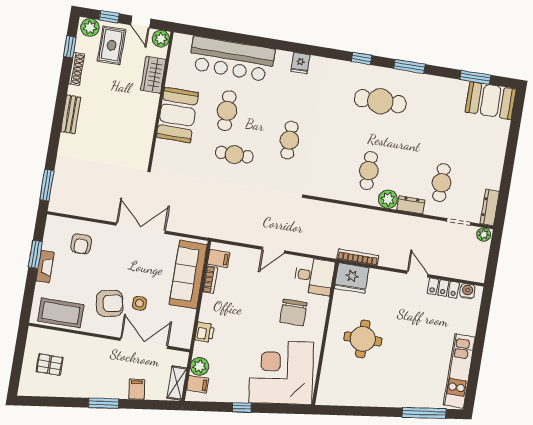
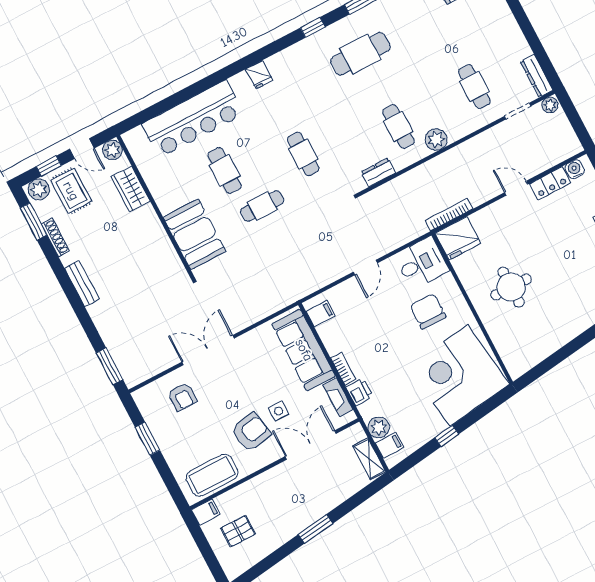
window: (70, 47) -> (33, 222), width x1.50
booth: (177, 115) -> (195, 234), moved
dresser: (411, 205) -> (378, 172), moved
double door: (141, 228) -> (208, 350), moved
fireplace: (45, 267) -> (338, 397), moved, turned 180
bookcase: (210, 280) -> (343, 369), moved
chair: (293, 312) -> (428, 311), turned 180
filing cabinet: (137, 389) -> (206, 512), moved, turned 98

